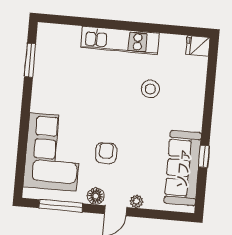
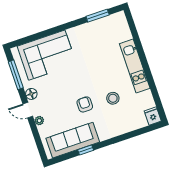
armchair: (106, 153) -> (85, 104), moved, turned -90

